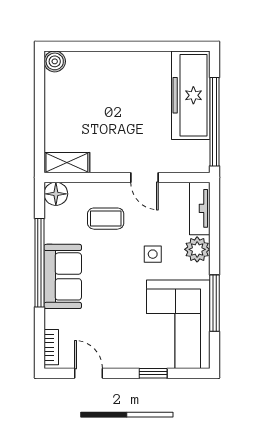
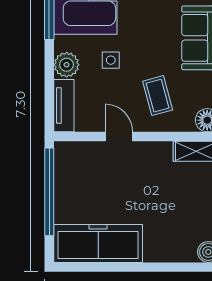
freezer: (191, 95) -> (98, 243), moved, turned -90
coffee table: (106, 219) -> (158, 96), turned 75

